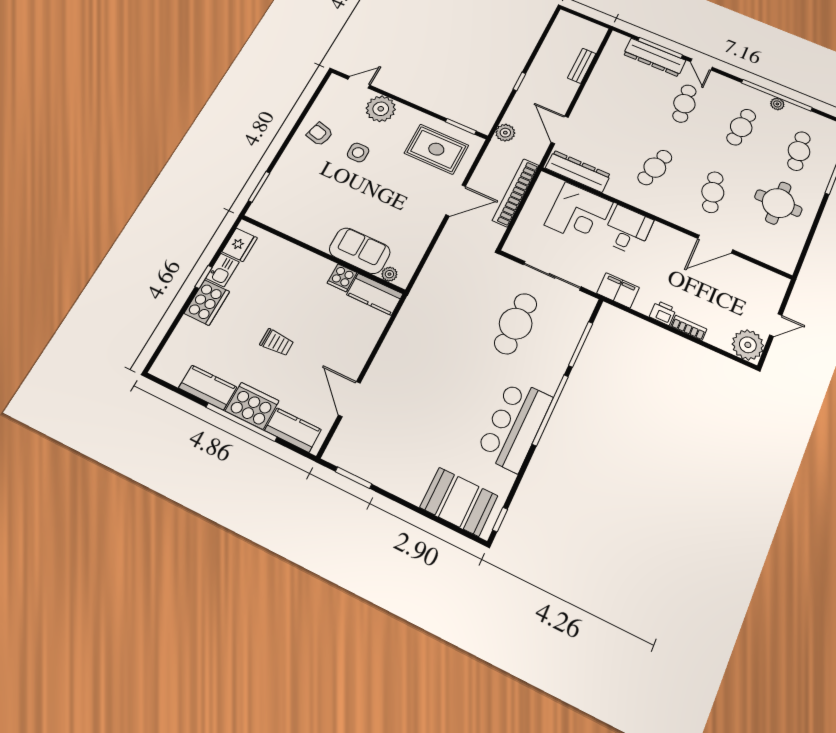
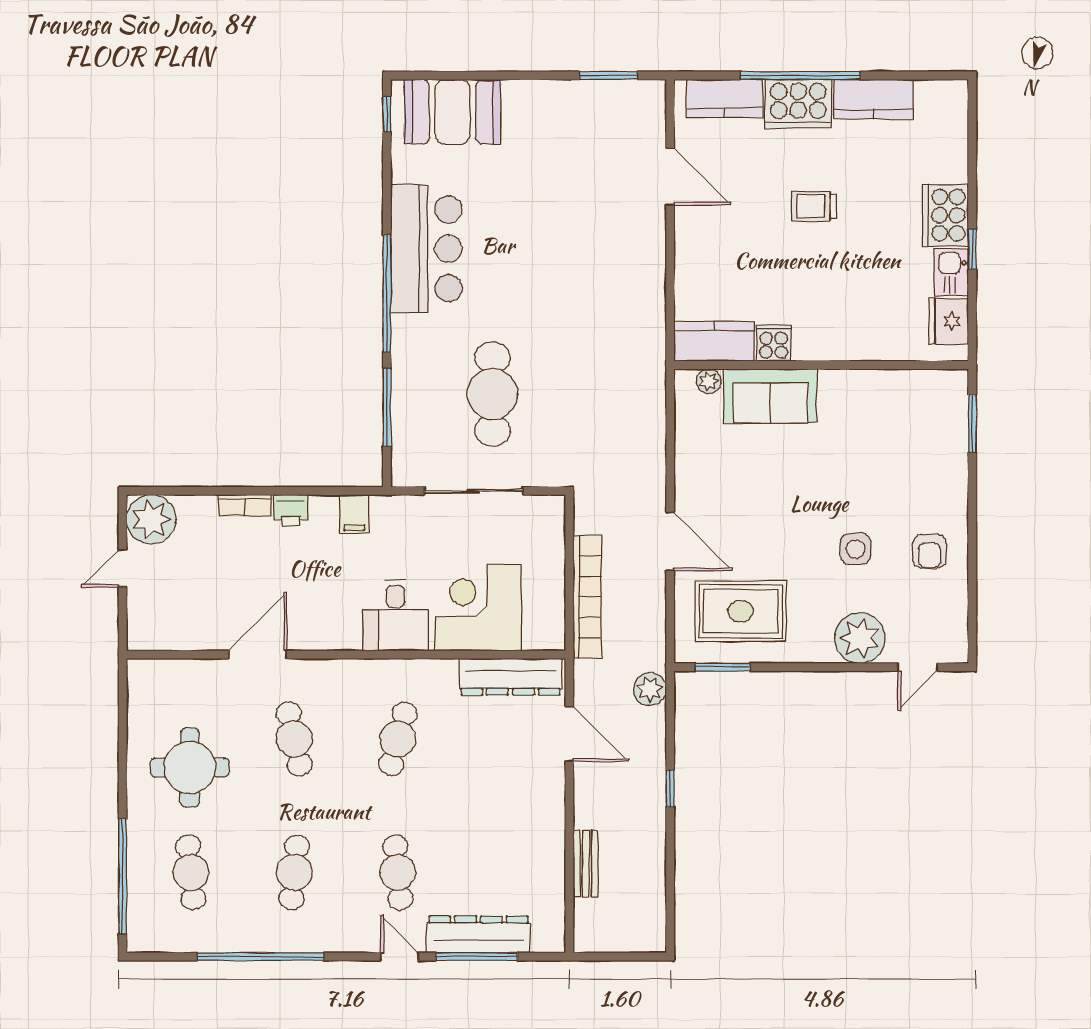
plant: (777, 104) -> (254, 941), removed
armchair: (320, 134) -> (930, 551), turned 76
door: (456, 200) -> (670, 541), swing flipped
filing cabinet: (618, 290) -> (354, 514), width x0.50

